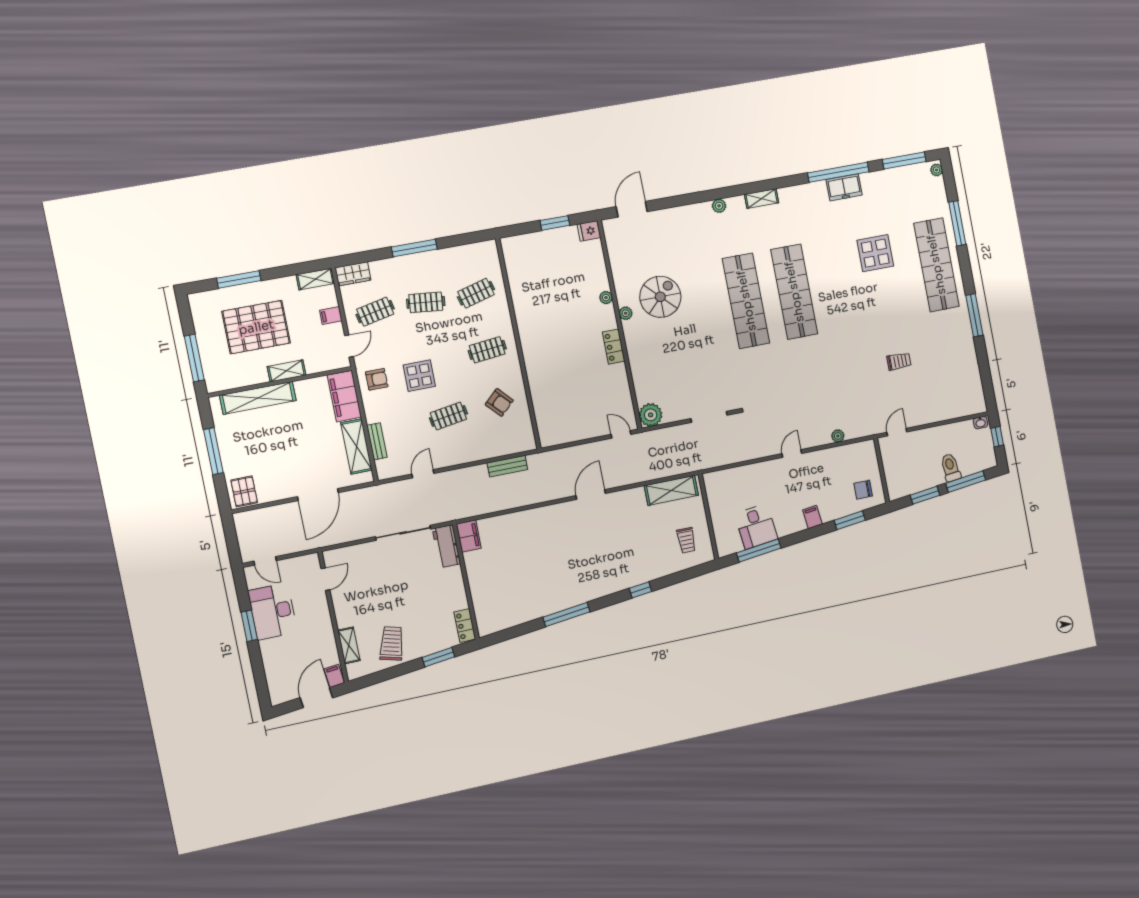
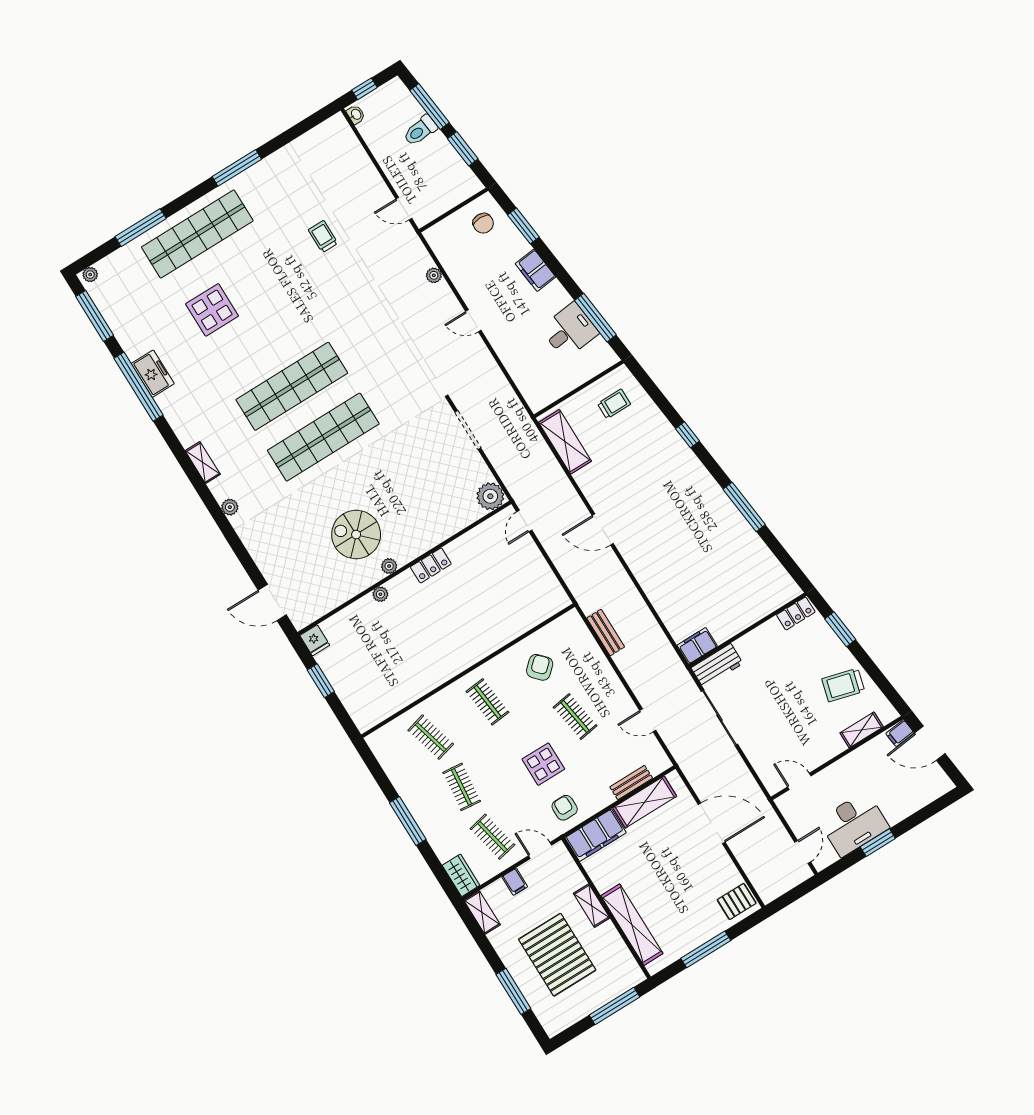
filing cabinet: (812, 517) -> (536, 270), width x2.00

